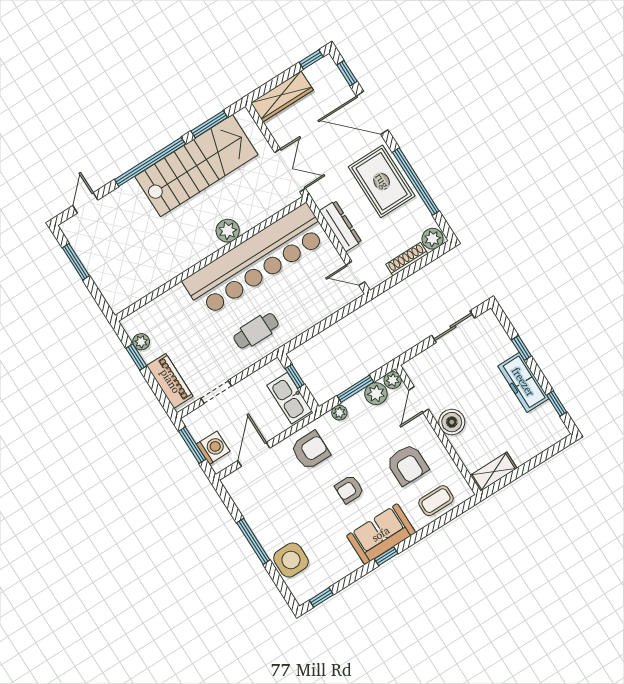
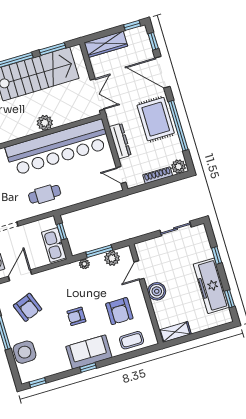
plant: (393, 380) -> (126, 252), removed
freezer: (523, 382) -> (211, 286), width x1.36, depth x1.26
armchair: (310, 450) -> (28, 307), moved, turned 69

